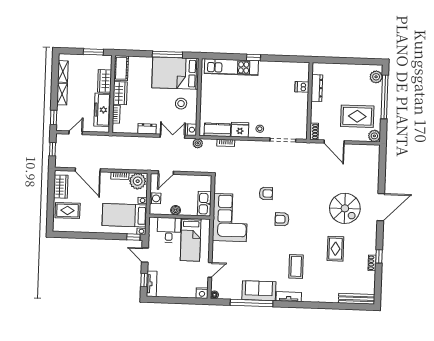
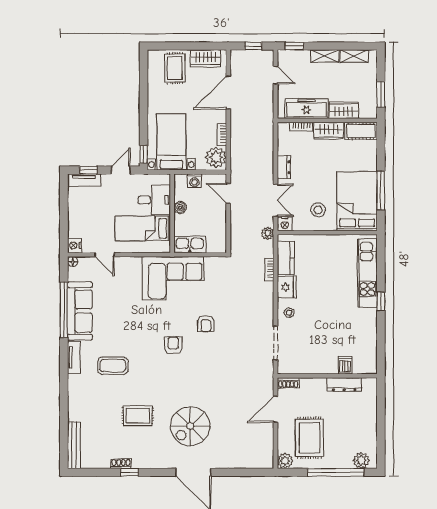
sofa: (259, 291) -> (80, 311), width x1.36

